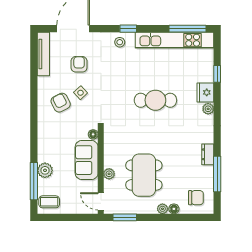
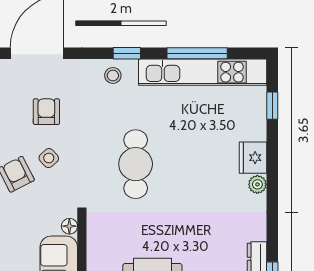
window: (187, 29) -> (197, 53), moved
window: (217, 74) -> (272, 106), moved
cafe table: (155, 100) -> (136, 164), moved, turned 90

